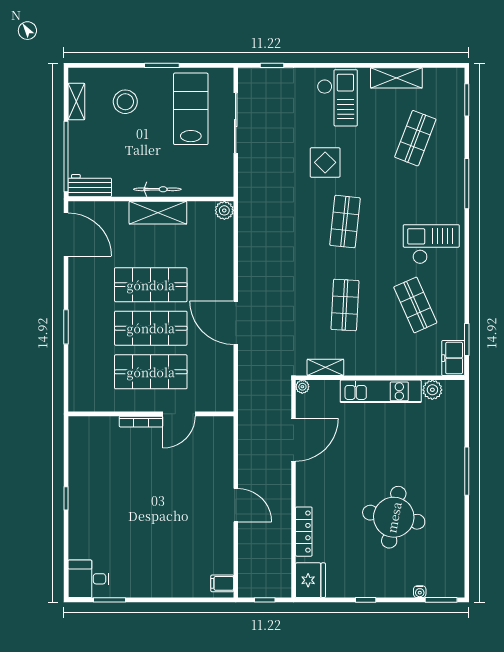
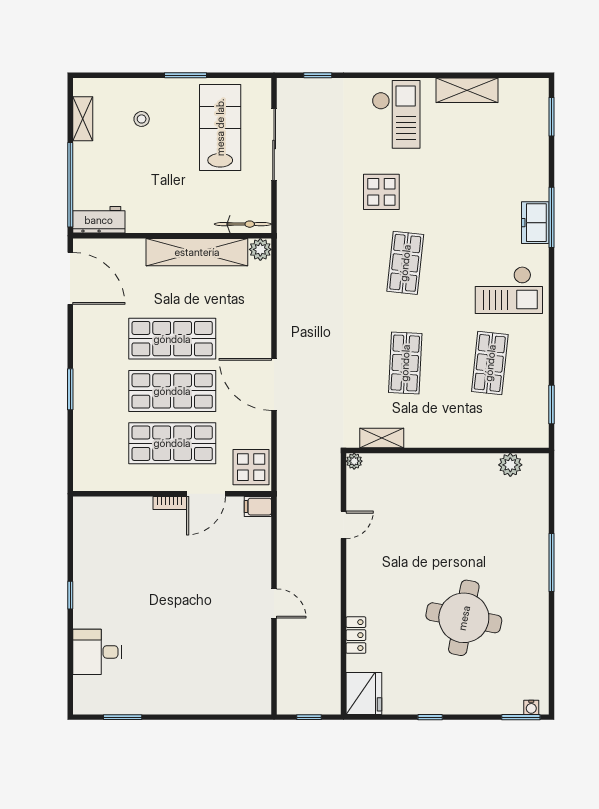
stool: (125, 102) -> (142, 119), width x0.53, depth x0.53
shop shelf: (415, 138) -> (490, 163), removed
bicycle: (157, 189) -> (243, 224), moved
shelving: (158, 213) -> (197, 252), width x1.47
checkout: (431, 244) -> (509, 290), turned 180
shop shelf: (415, 305) -> (490, 363), turned 30
freezer: (453, 358) -> (535, 223), moved
kitchen unit: (381, 391) -> (448, 467), removed
display table: (217, 392) -> (251, 467), added
bookcase: (141, 422) -> (170, 503), width x0.64
door: (293, 440) -> (343, 525), width x0.53
door: (236, 505) -> (274, 603), width x0.73
locker: (304, 532) -> (356, 635), width x0.66
desk: (88, 579) -> (97, 652), moved
filing cabinet: (222, 583) -> (258, 507), moved
water cooler: (420, 592) -> (531, 707), moved

